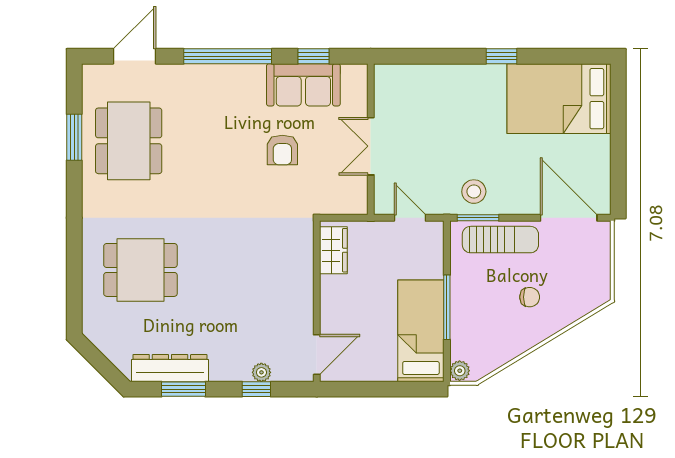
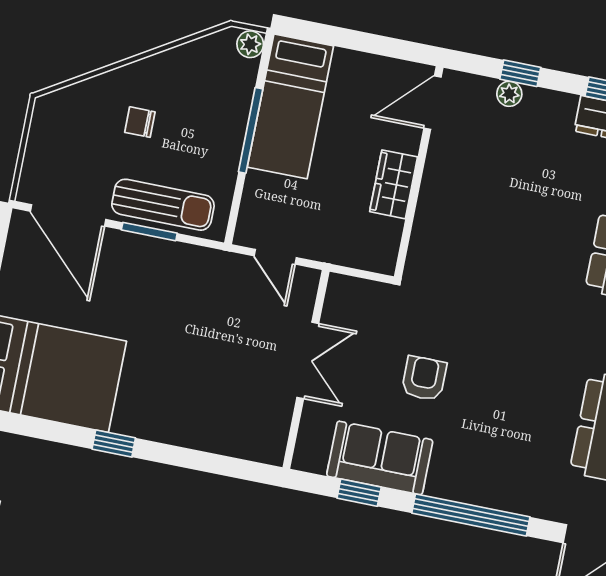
stool: (474, 192) -> (185, 274), removed
window: (478, 218) -> (149, 232), moved
sun lounger: (500, 240) -> (163, 205), turned 180
wardrobe: (333, 250) -> (394, 184), moved

